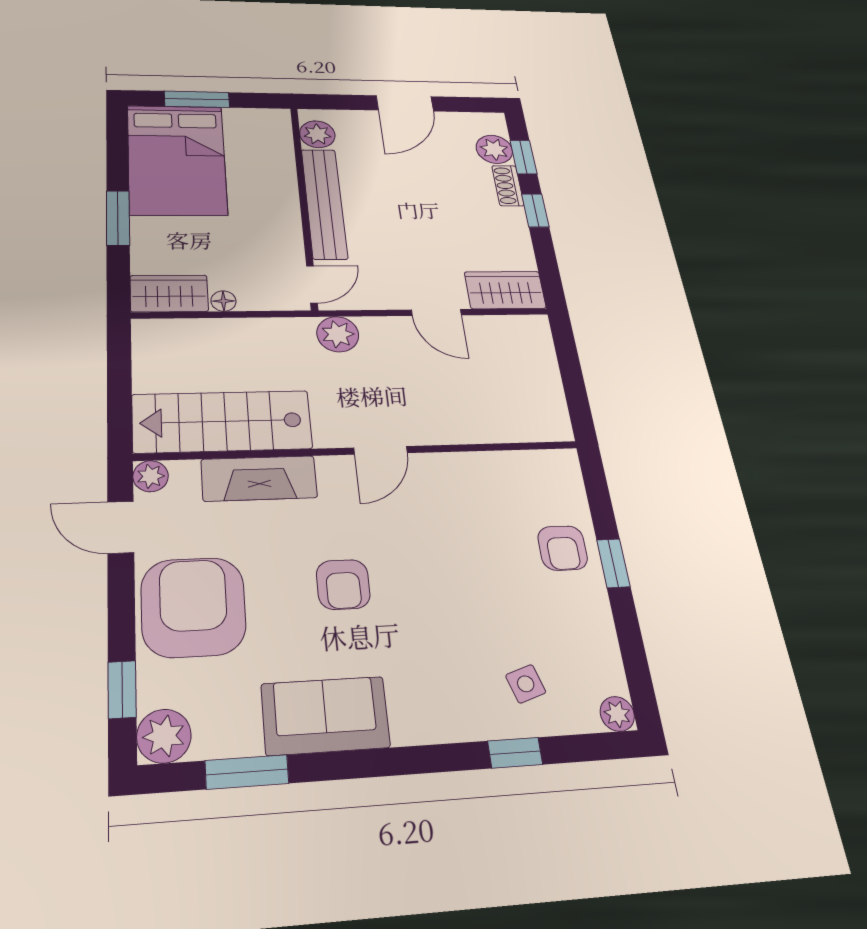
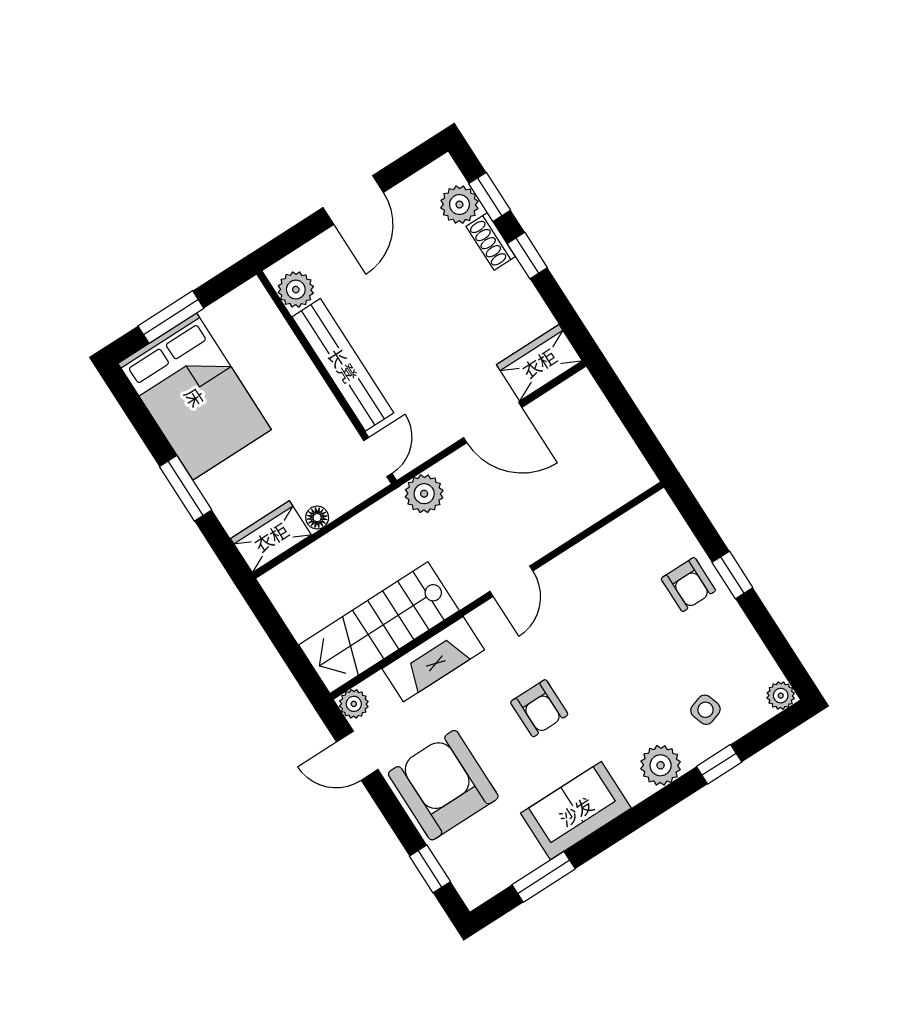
door: (436, 313) -> (493, 423), width x1.38
plant: (164, 736) -> (661, 765), moved

